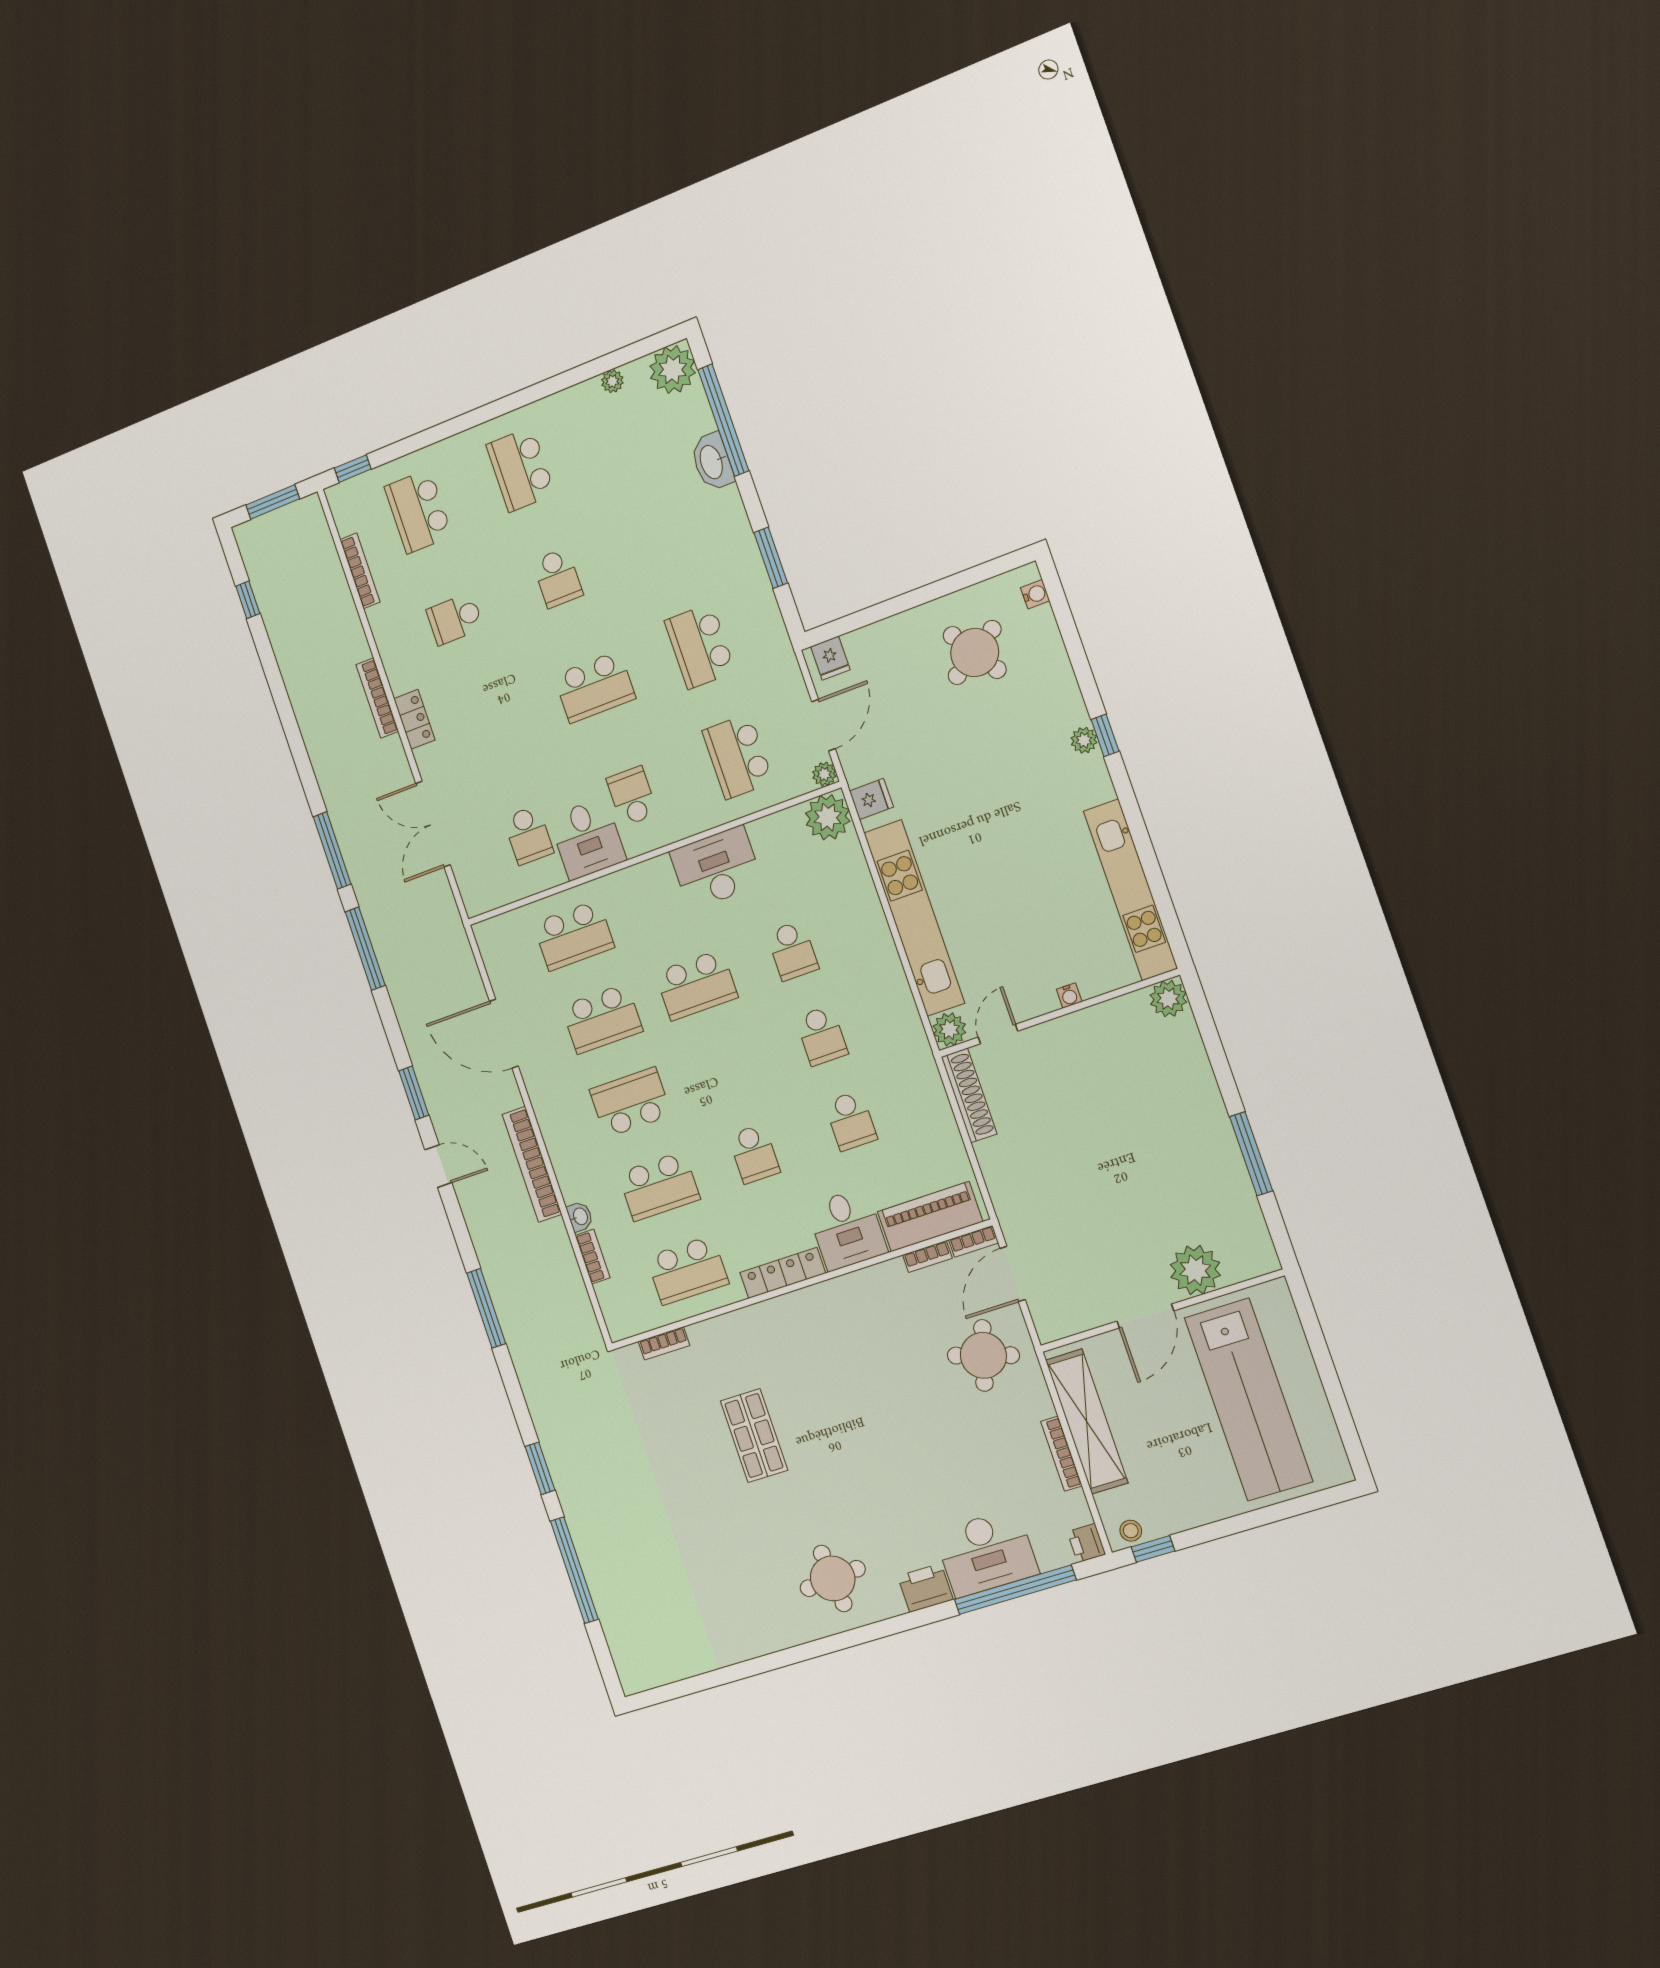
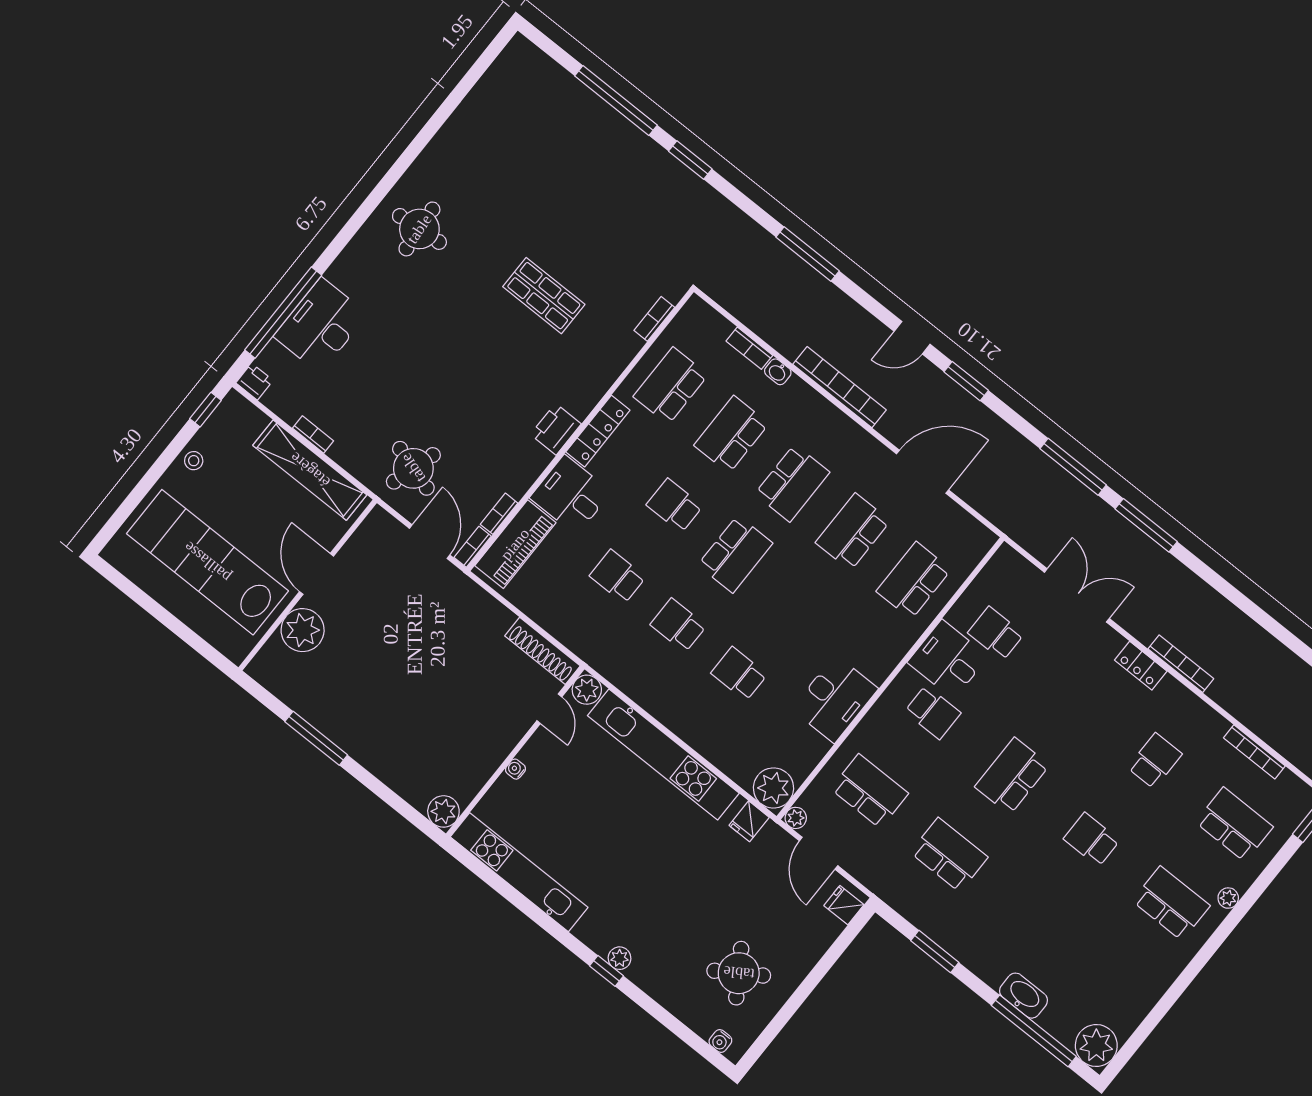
plant: (612, 381) -> (1228, 898), moved
school desk: (696, 985) -> (735, 554), moved, turned 180
bookcase: (1061, 1454) -> (313, 434), width x0.64
stool: (1131, 1531) -> (194, 461), moved
printer: (925, 1588) -> (556, 429), moved, turned 180

